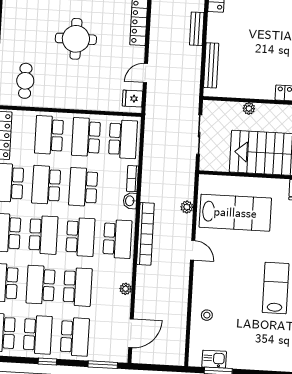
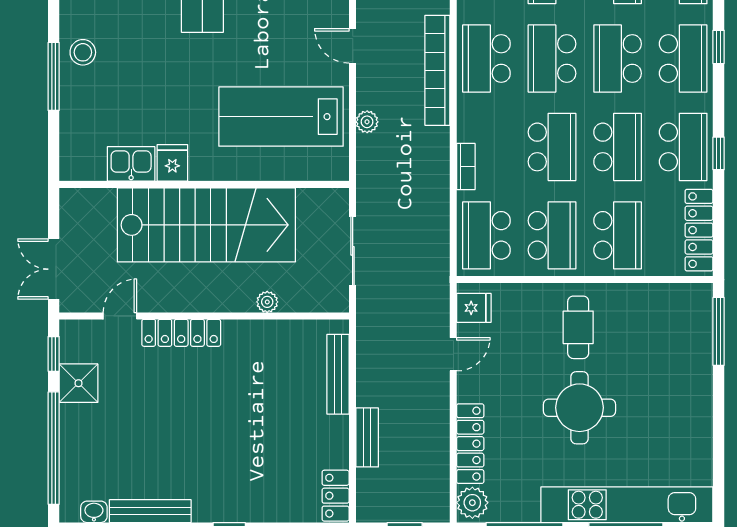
cafe table: (25, 81) -> (578, 327), moved
washbasin: (130, 201) -> (468, 127), removed

